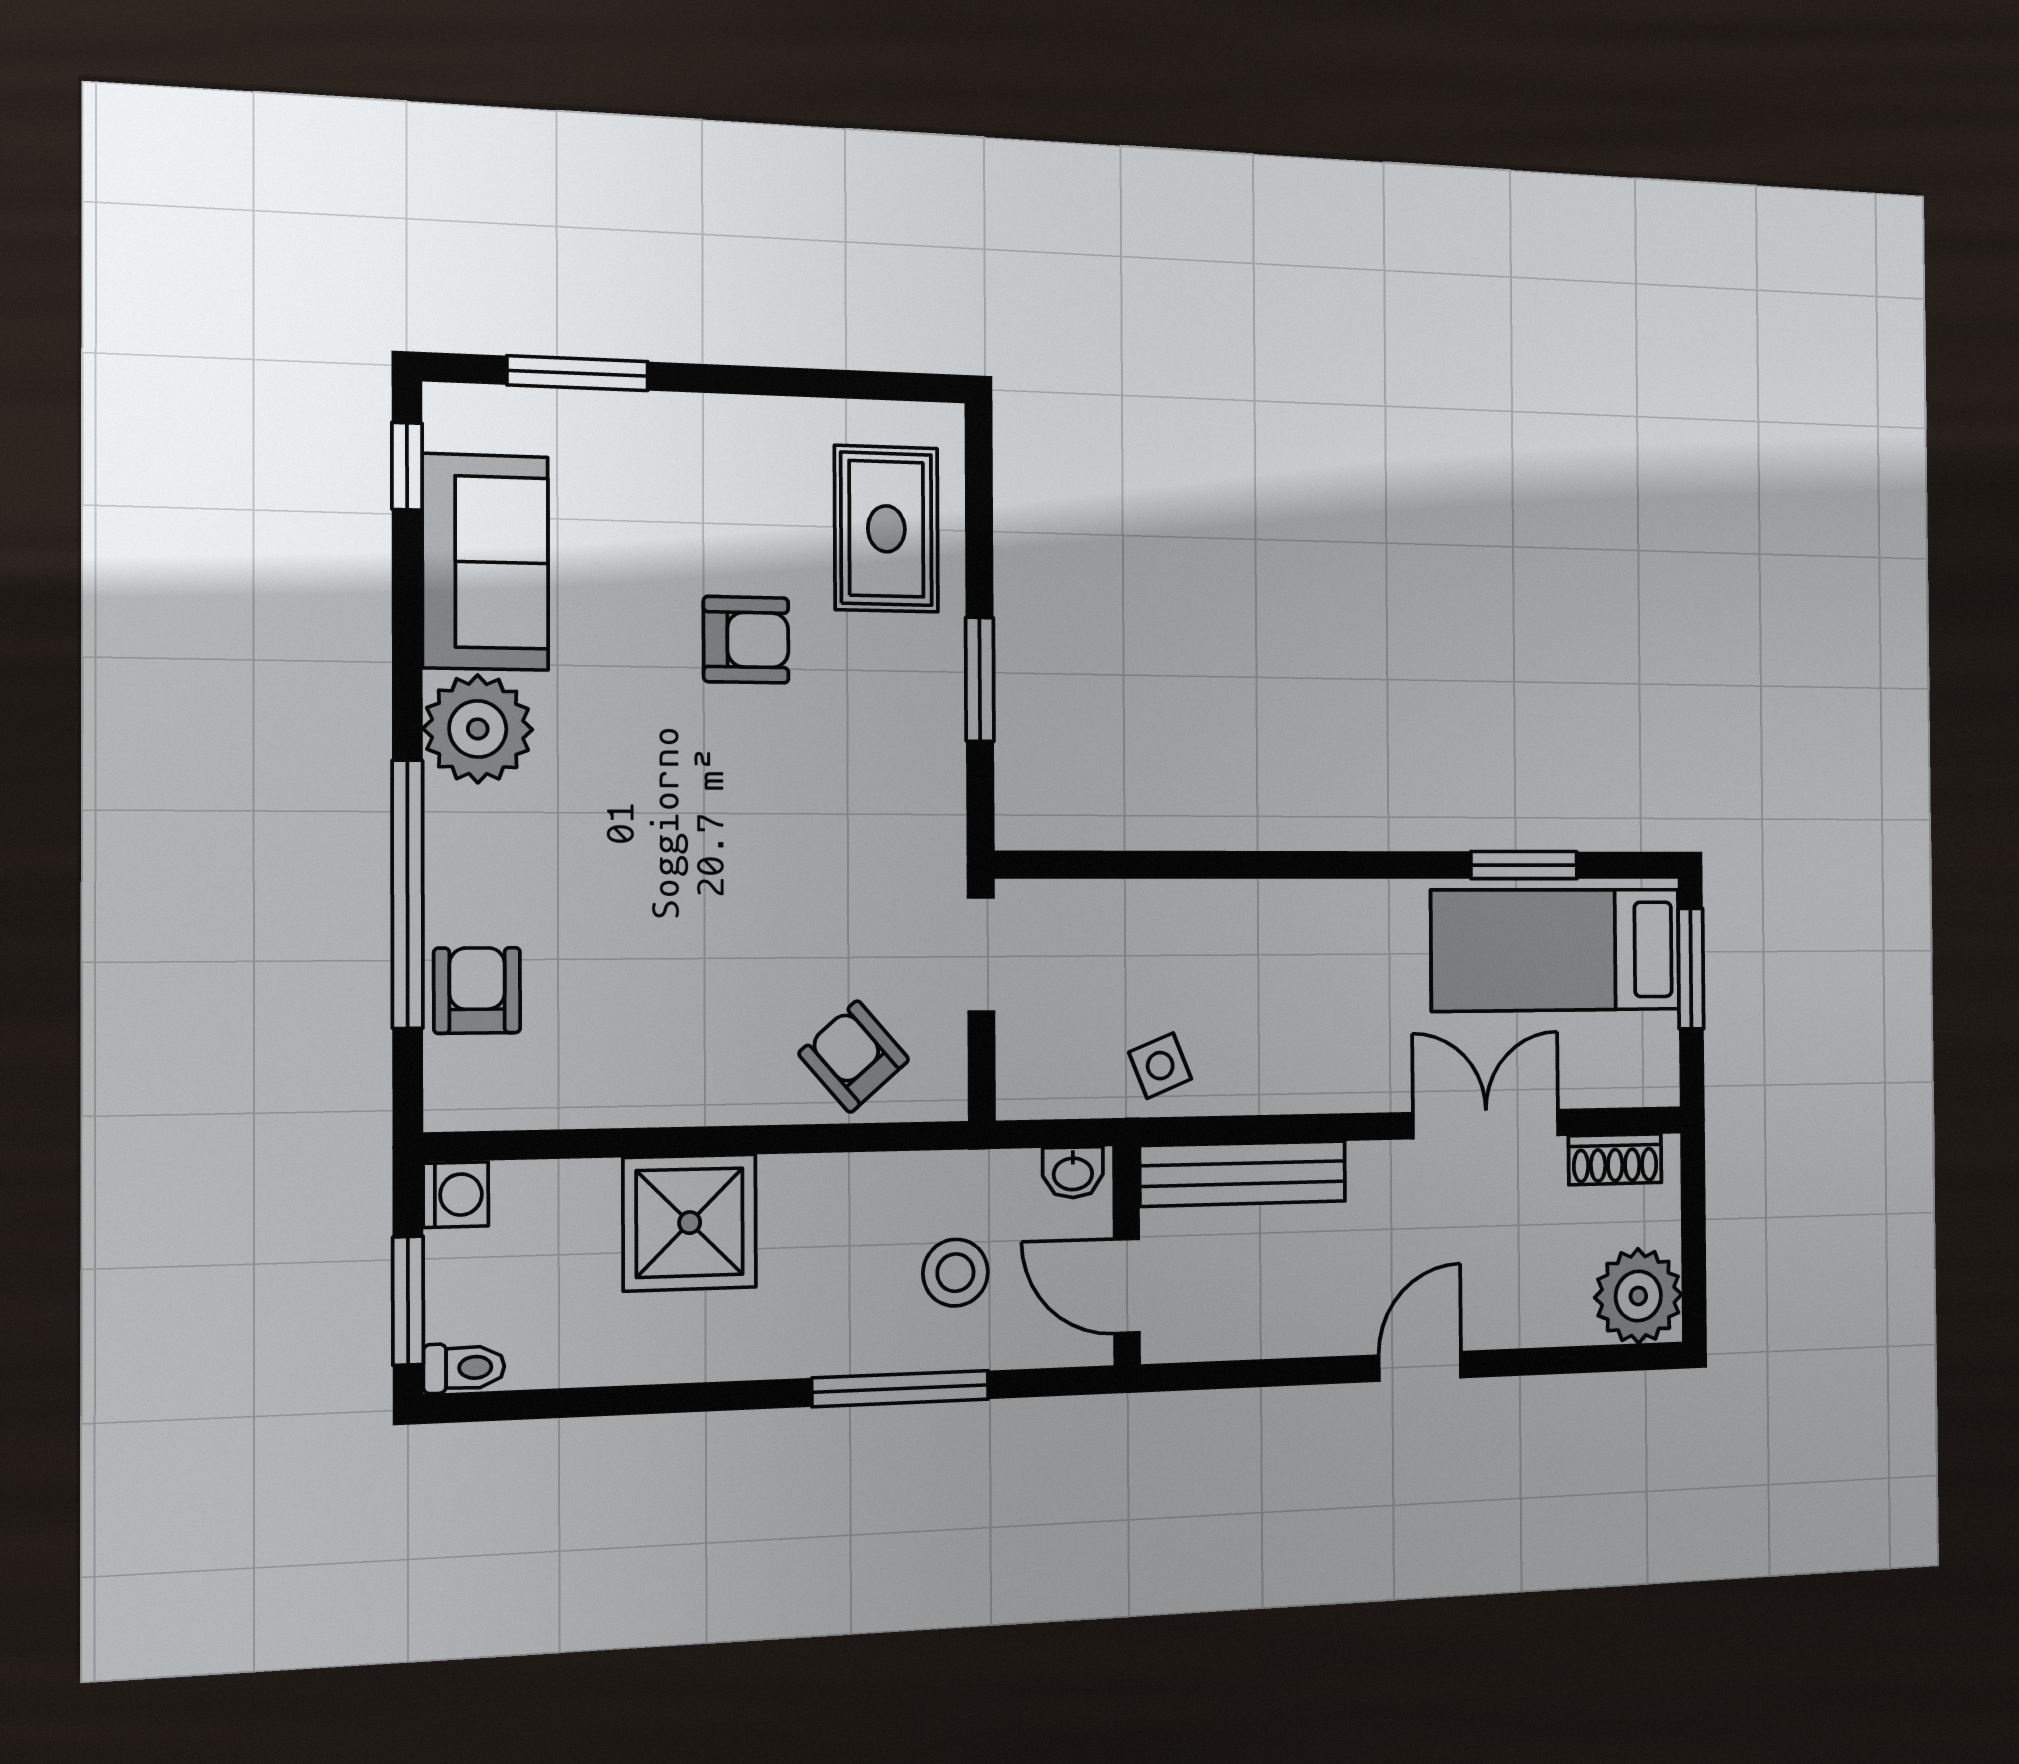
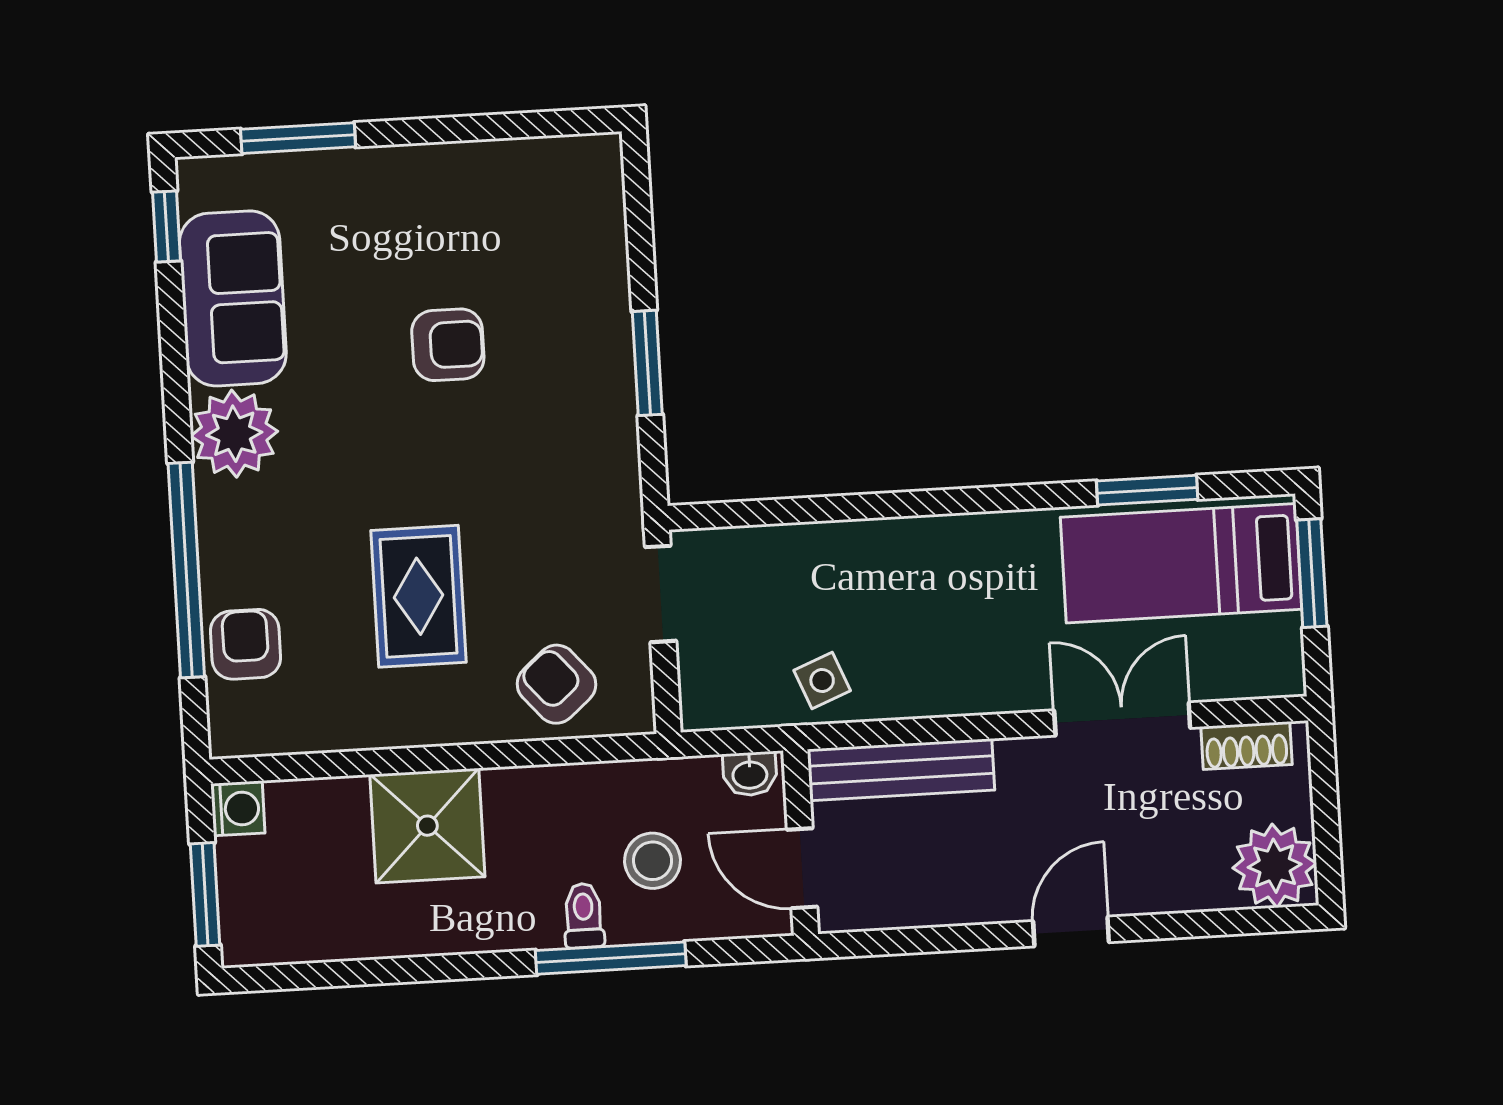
rug: (886, 529) -> (419, 596), moved
toilet: (464, 1368) -> (584, 916), moved, turned -90

